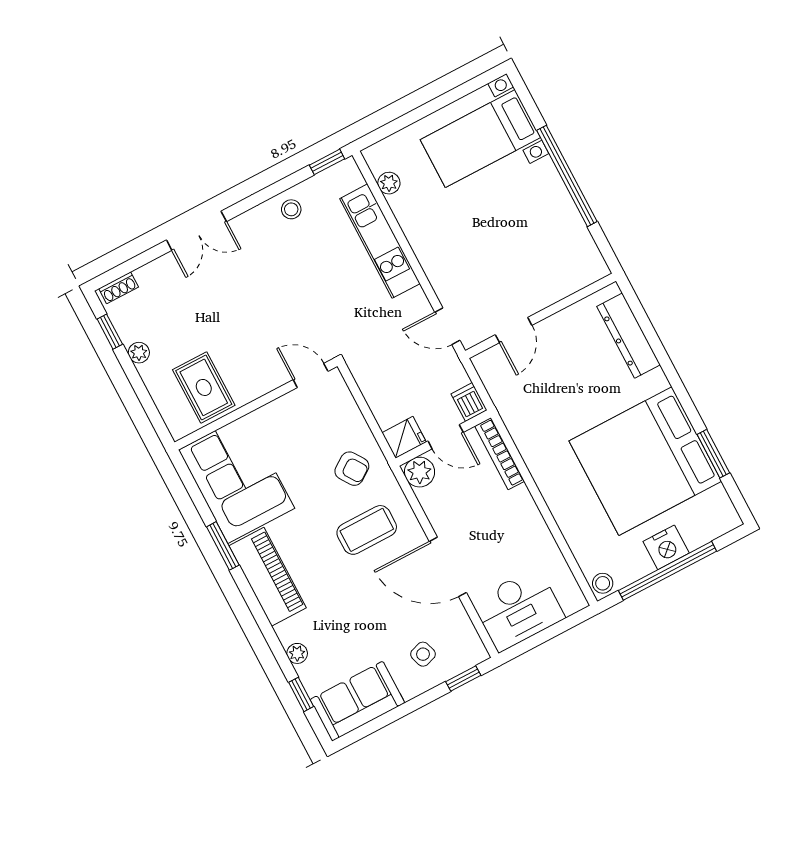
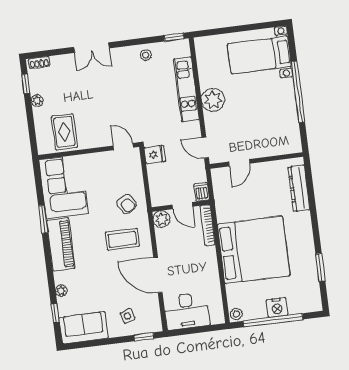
plant: (389, 183) -> (213, 100), moved, width x1.88, depth x1.88
fridge: (404, 437) -> (155, 155), moved
bed: (645, 461) -> (254, 250), moved, turned 180

